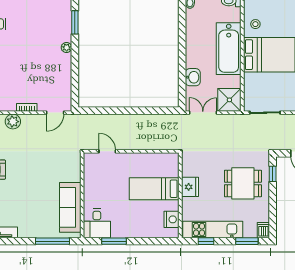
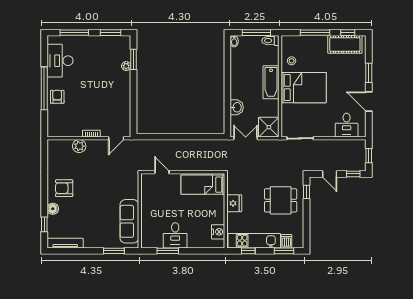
plant: (67, 48) -> (126, 66), moved
bathtub: (229, 49) -> (271, 82), width x0.73, depth x0.73
bed: (154, 189) -> (203, 185), moved
desk: (97, 223) -> (175, 235), moved
dishwasher: (263, 230) -> (286, 241), moved
window: (52, 241) -> (114, 251), width x0.69

